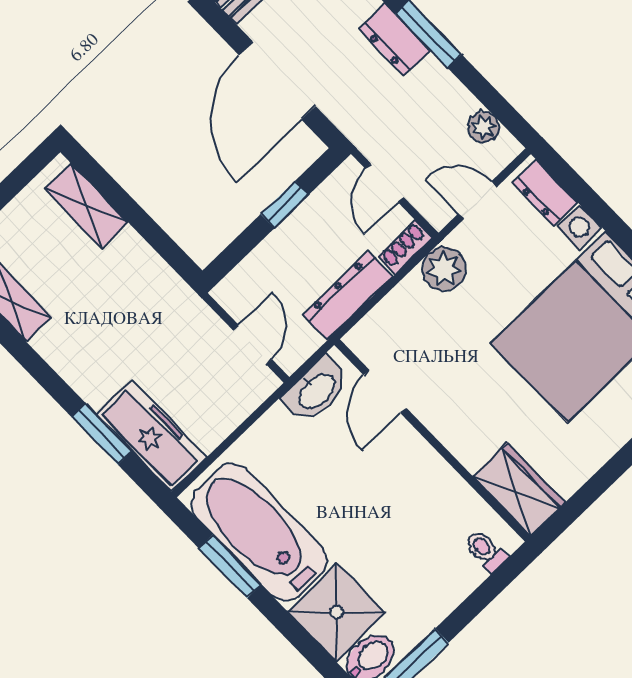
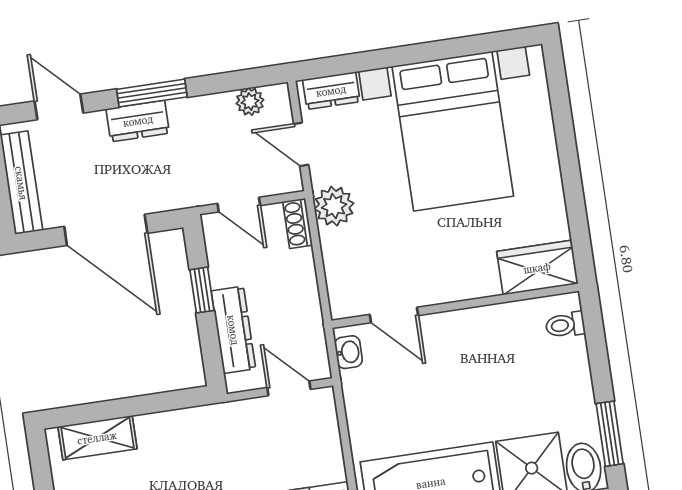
door: (478, 200) -> (301, 144), hinge flipped
dresser: (348, 296) -> (233, 330), moved, turned 180
washbasin: (316, 390) -> (348, 352), width x0.52, depth x0.69

